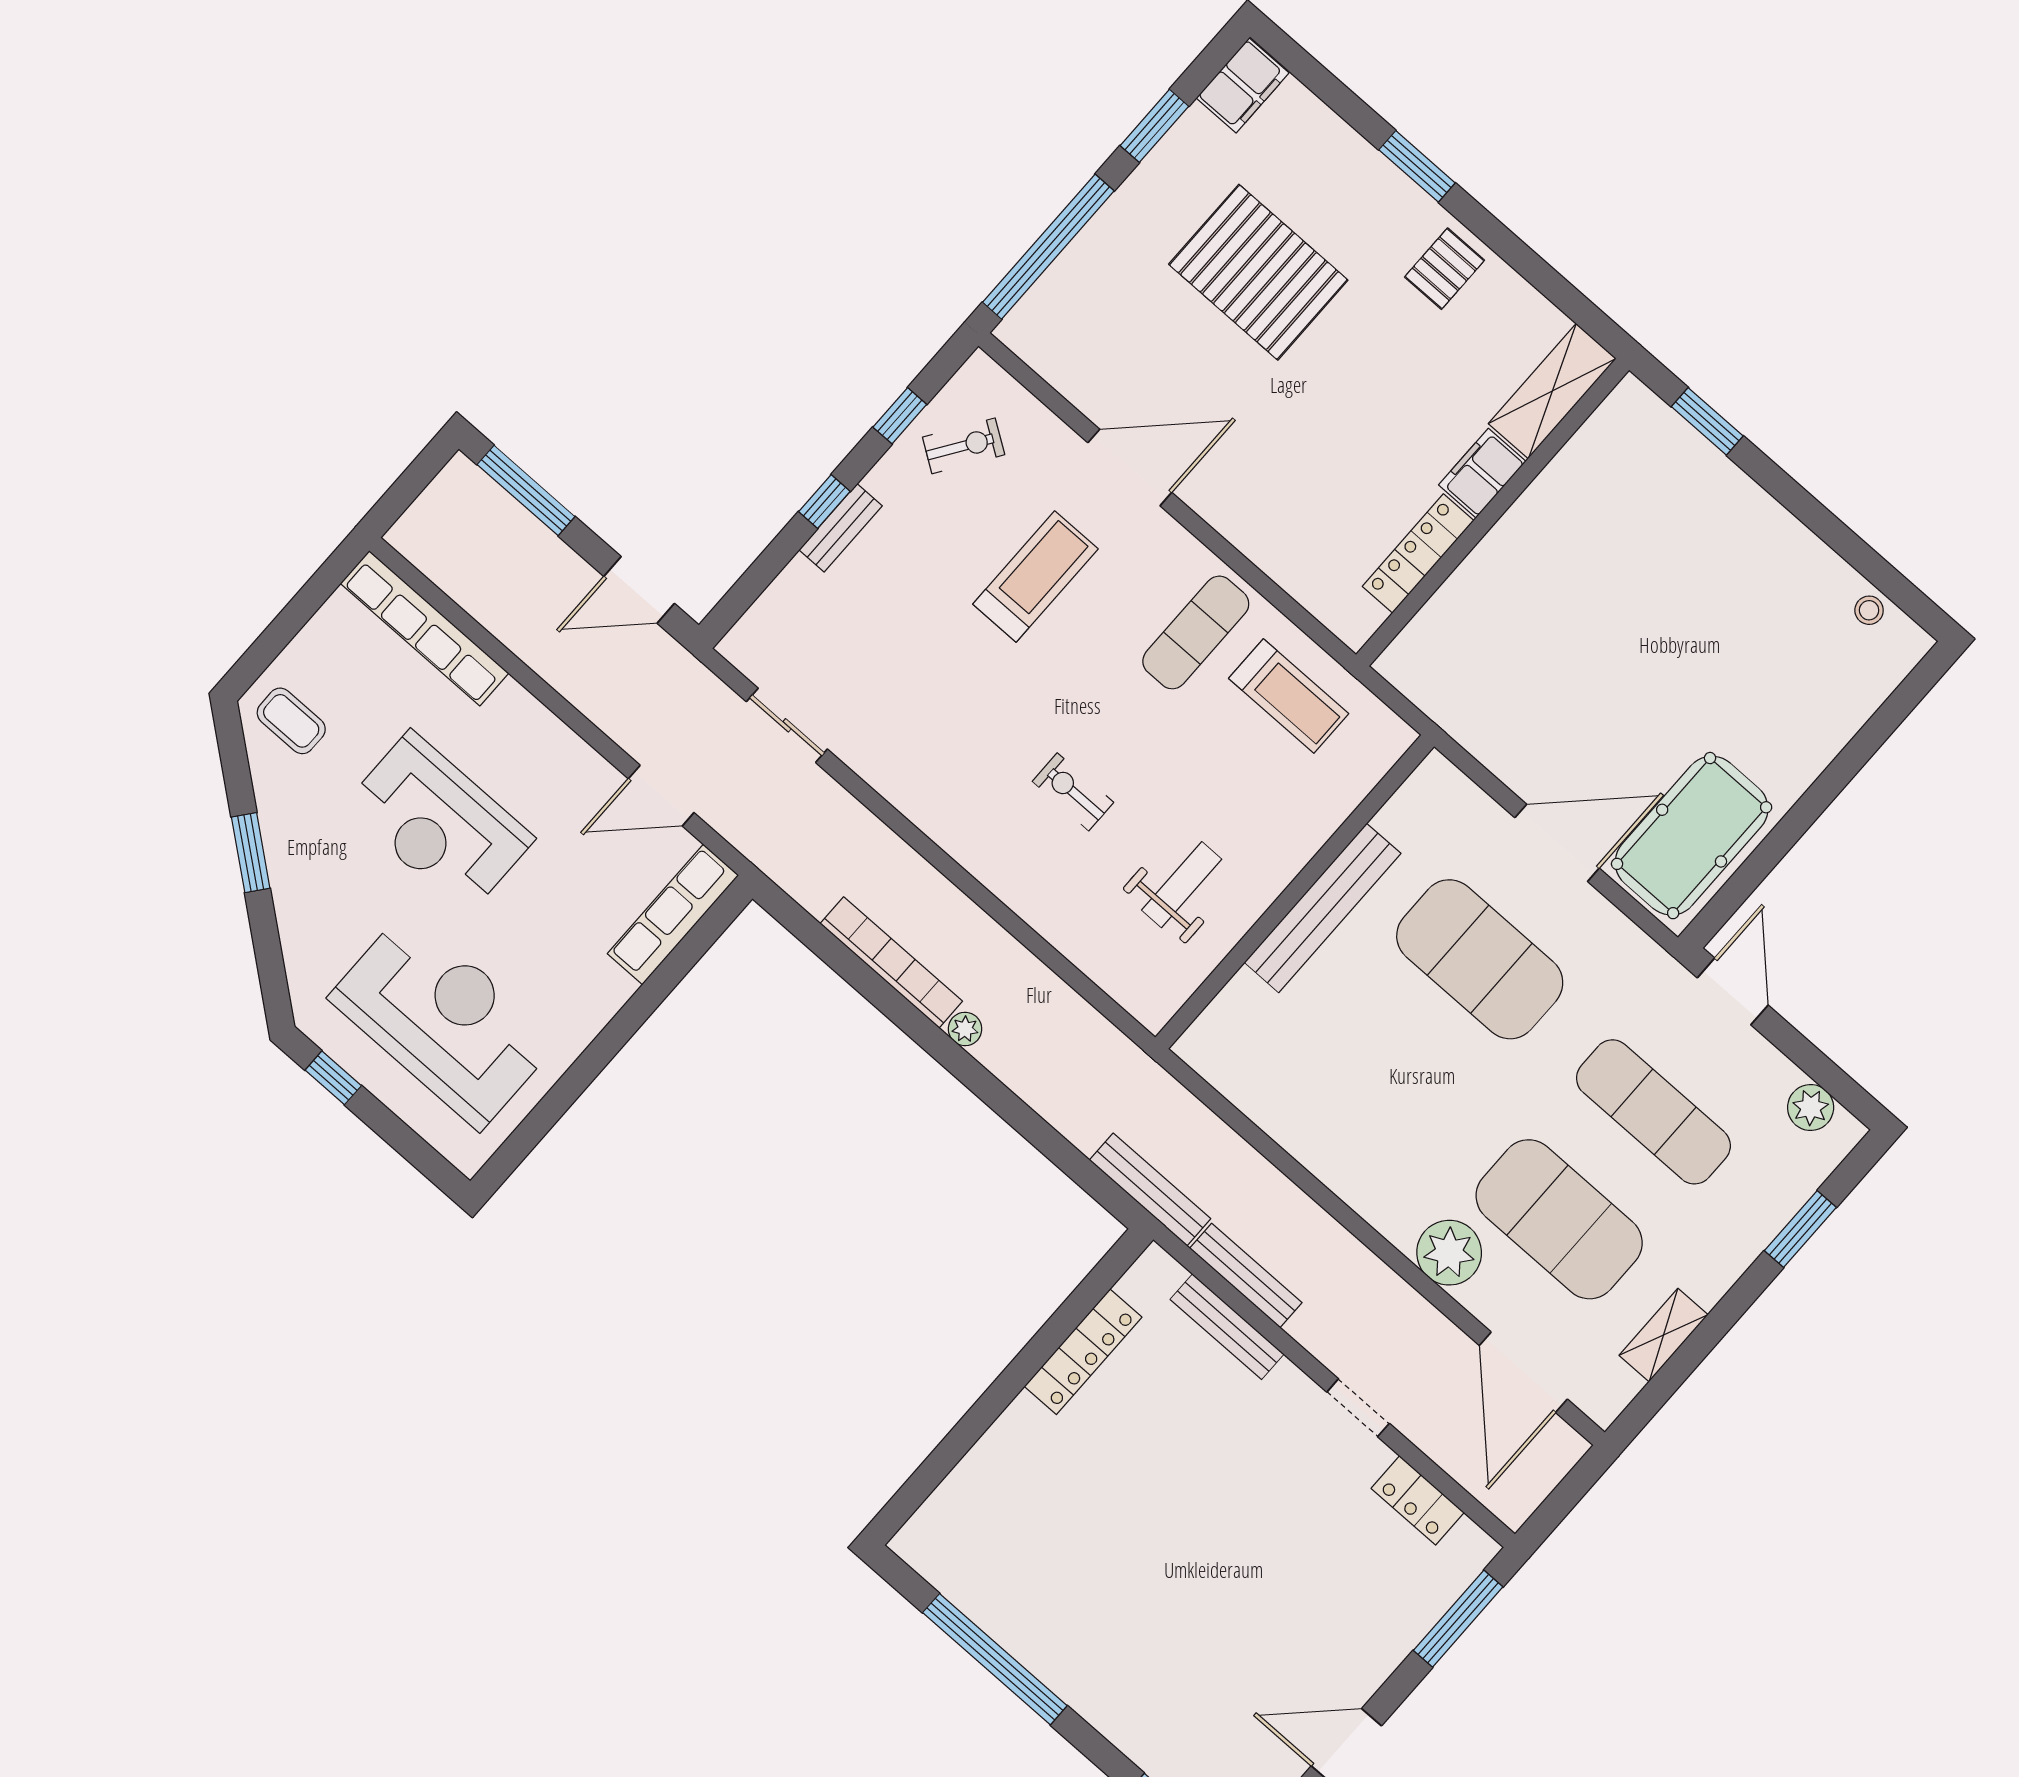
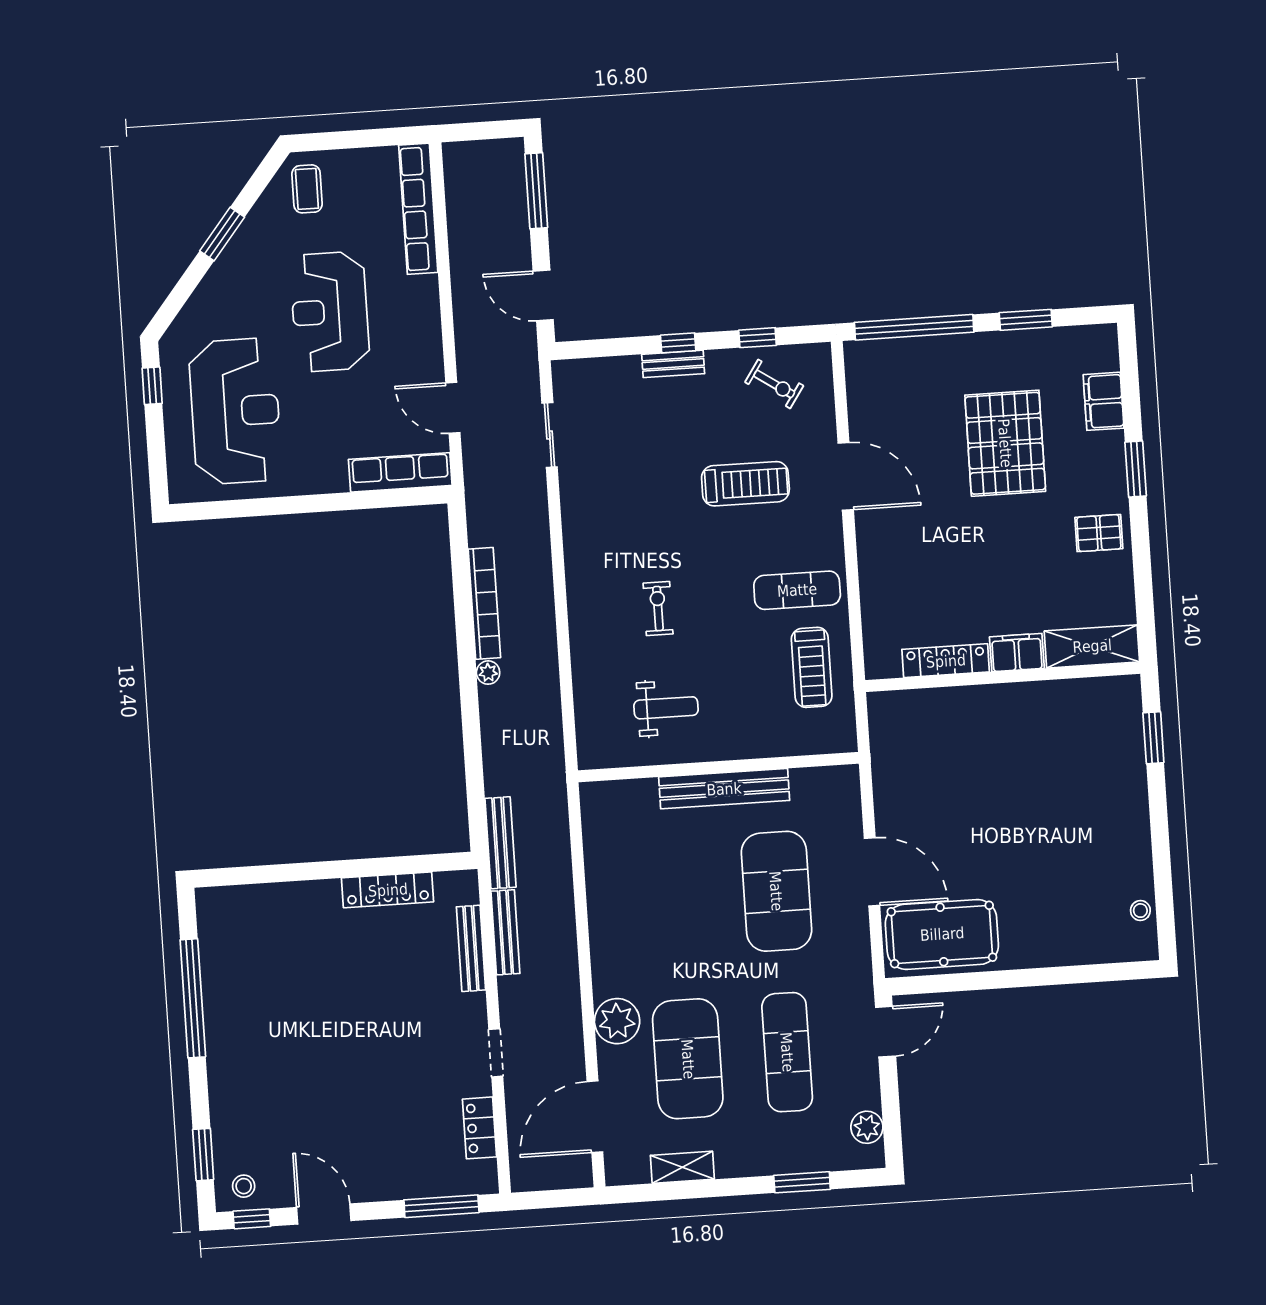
filing cabinet: (1243, 85) -> (1104, 401), moved, turned 90

